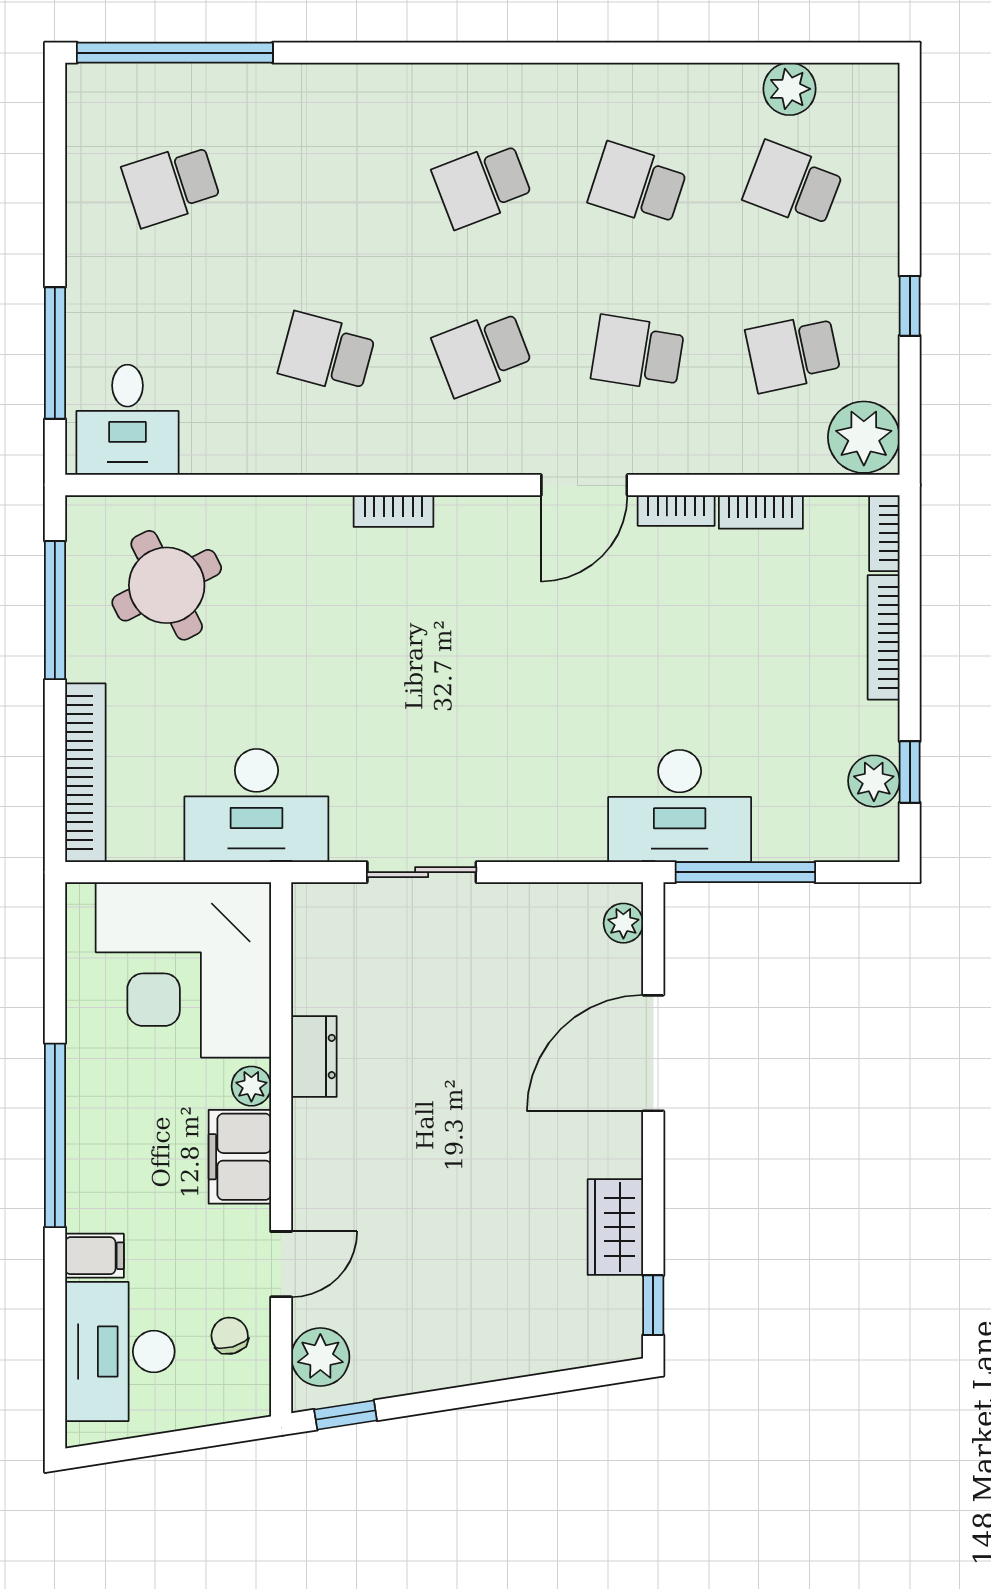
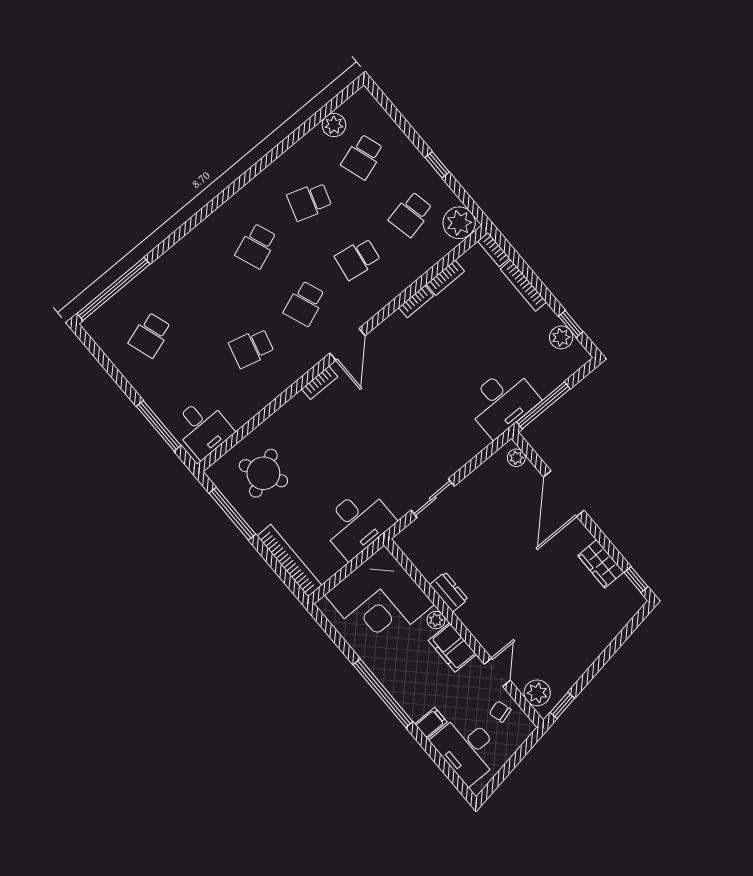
school desk: (793, 185) -> (363, 157), turned -39
door: (584, 485) -> (347, 344), moved

